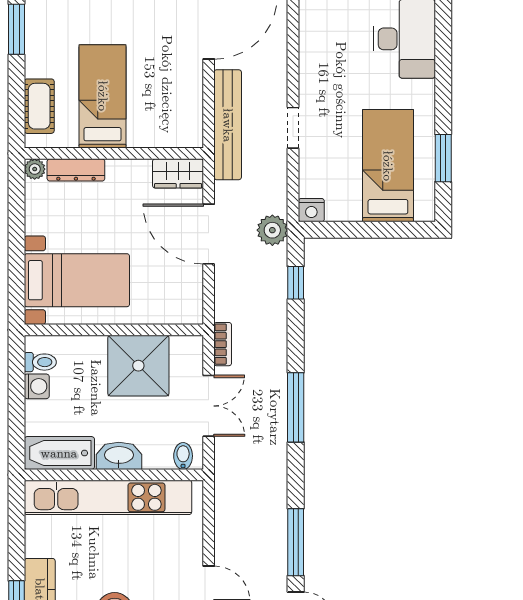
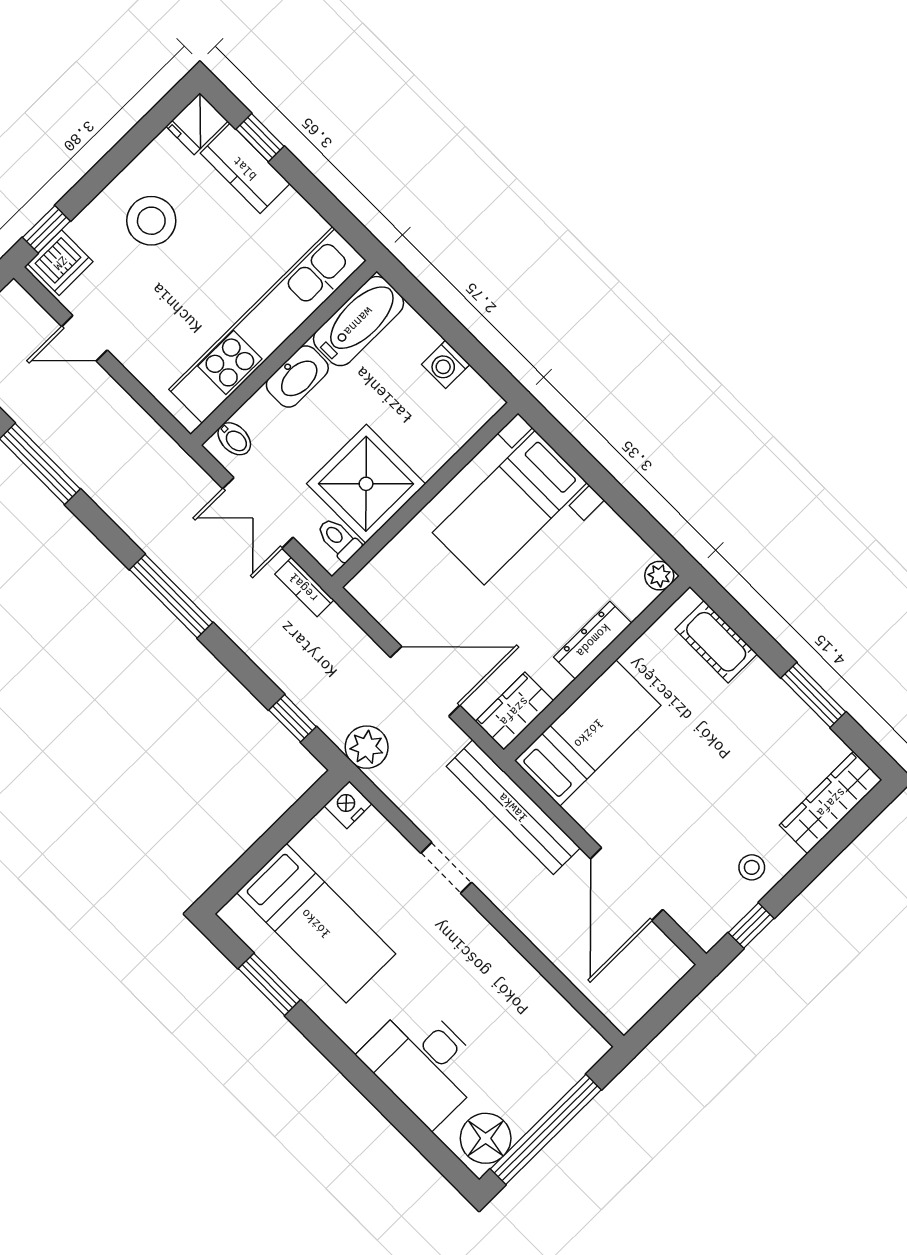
bed: (103, 96) -> (588, 733), moved, turned -90
dresser: (76, 170) -> (593, 640), moved
toilet: (40, 362) -> (339, 539), moved, turned 90

